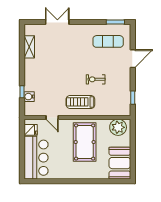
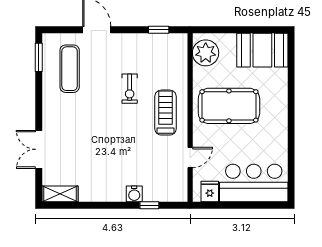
shelving: (29, 47) -> (60, 194), moved
water cooler: (29, 97) -> (134, 194), moved
treadmill: (80, 102) -> (166, 113), turned 180

